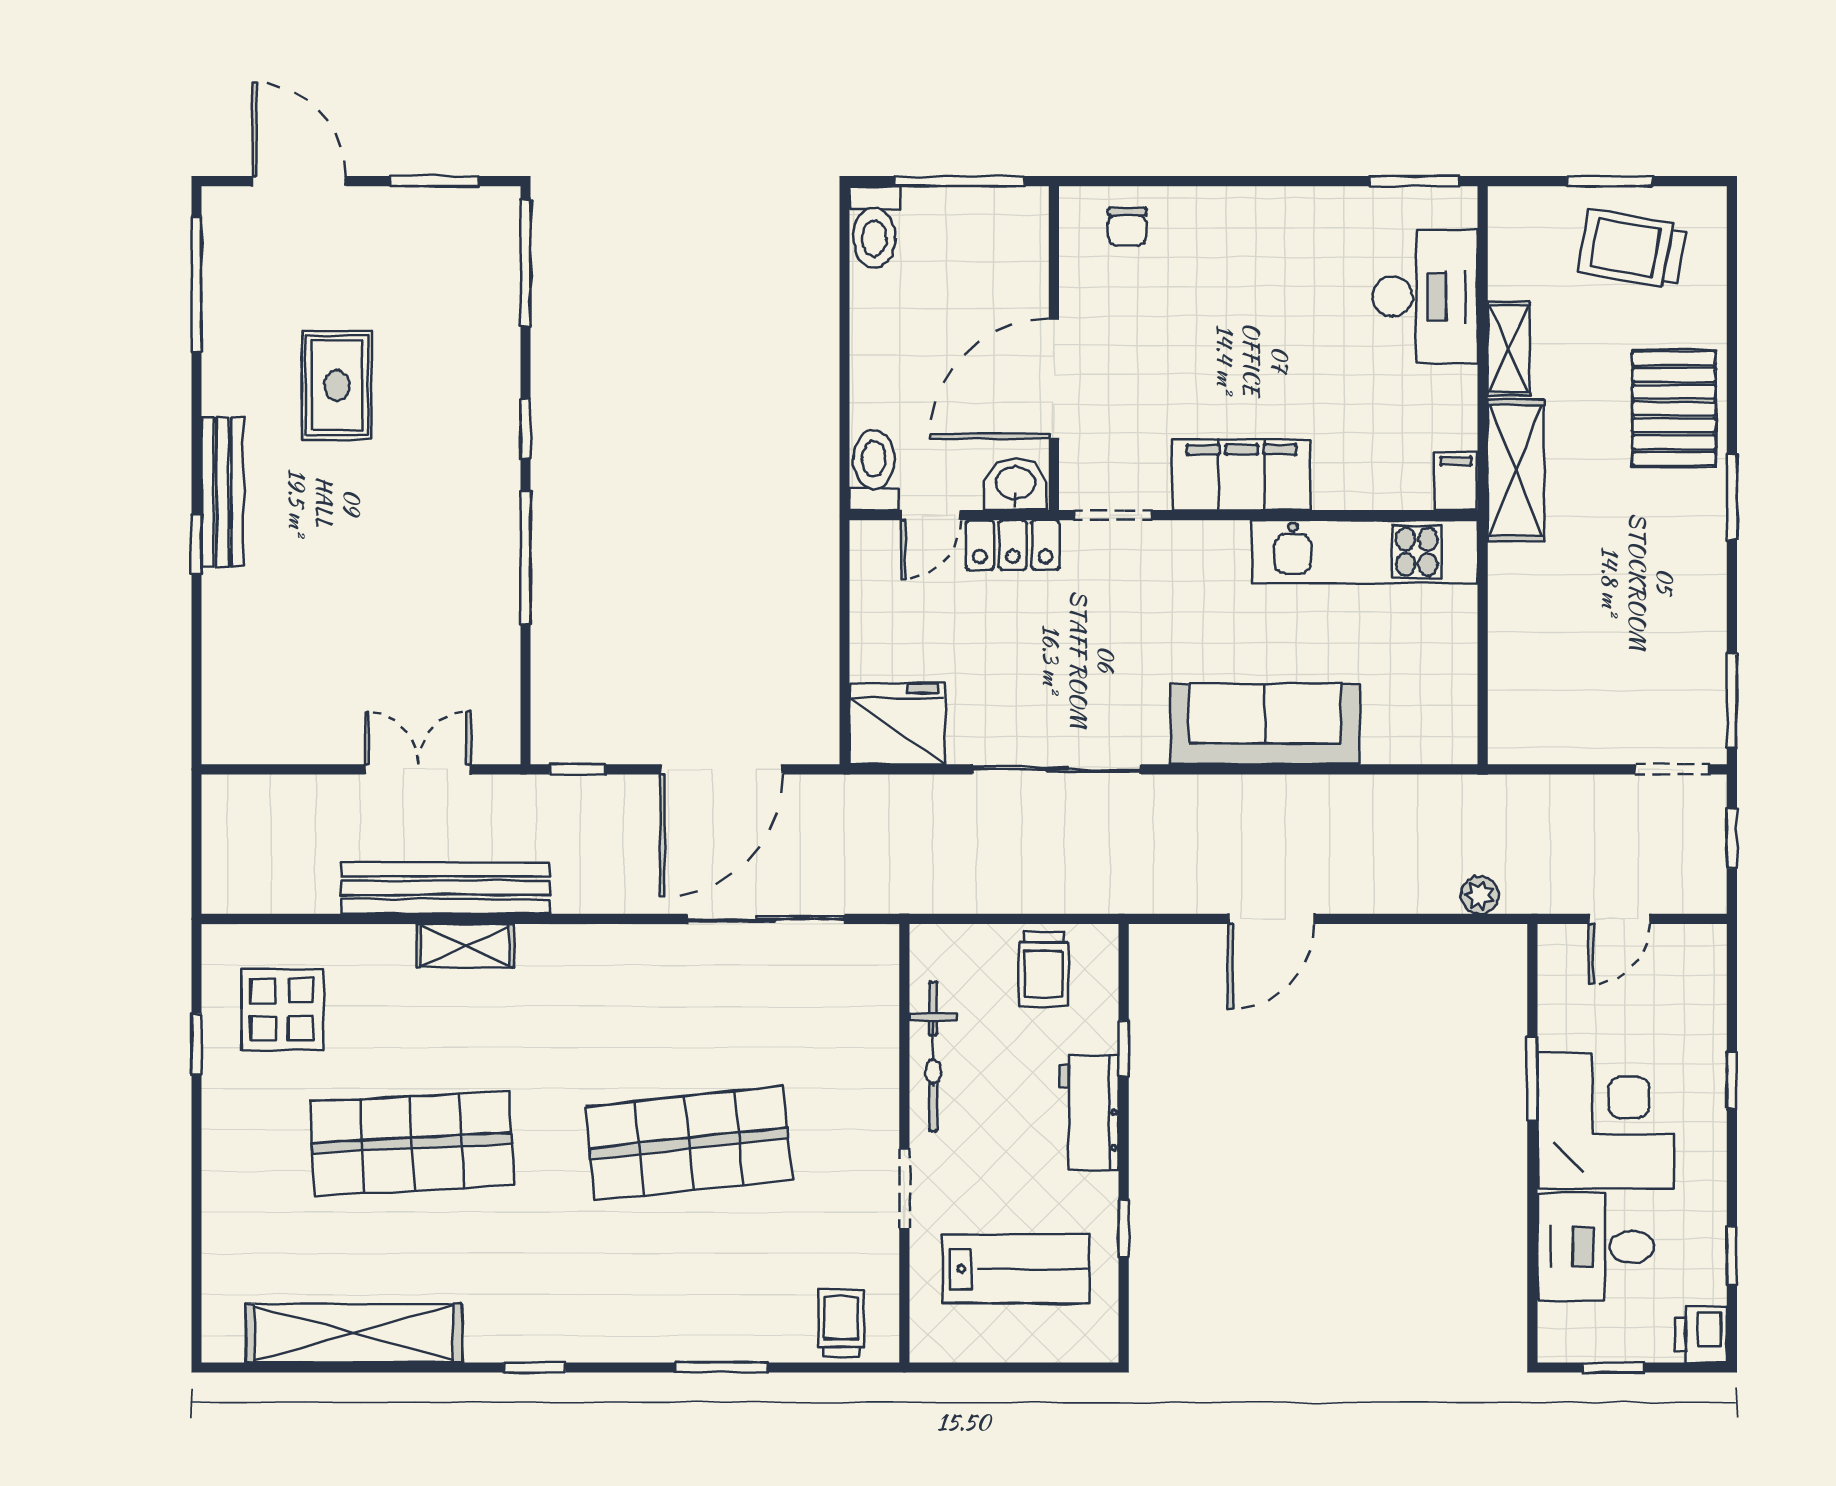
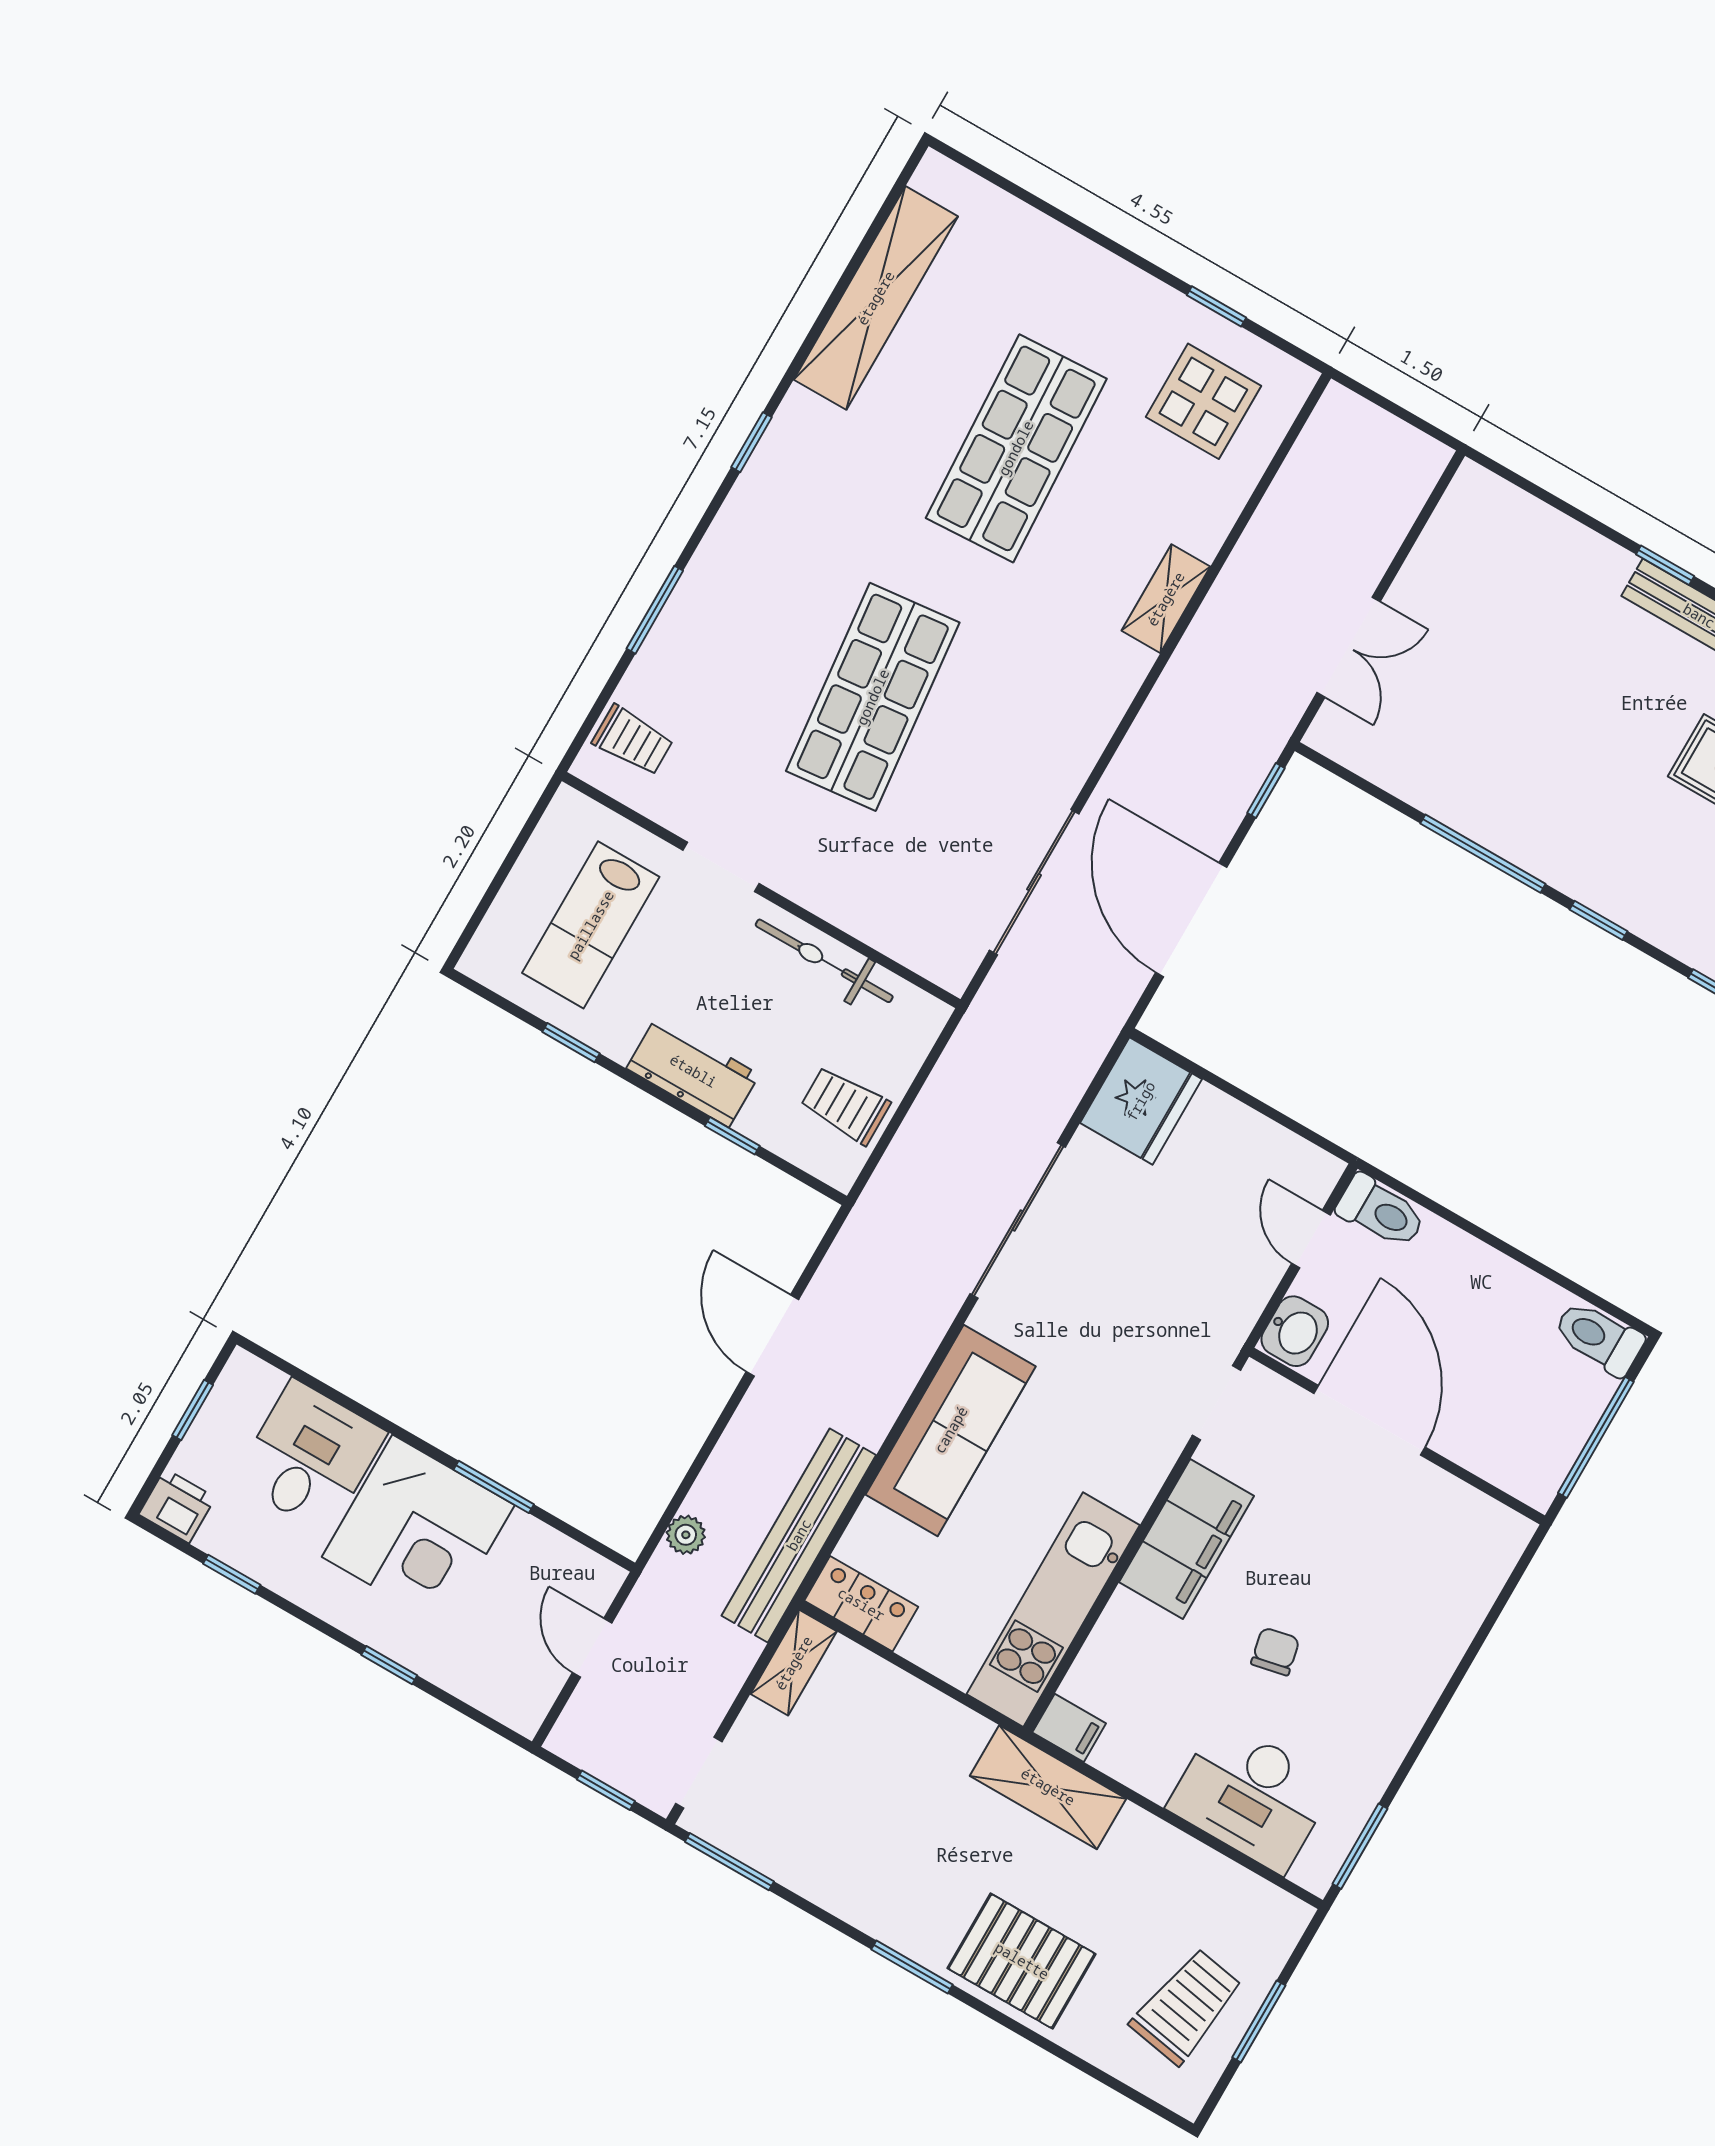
chair: (1127, 227) -> (1275, 1651), moved, turned 78
shelving: (1509, 349) -> (794, 1663), moved, turned 90
locker: (1013, 545) -> (861, 1604), moved, turned 90
bench: (446, 888) -> (799, 1535), moved

